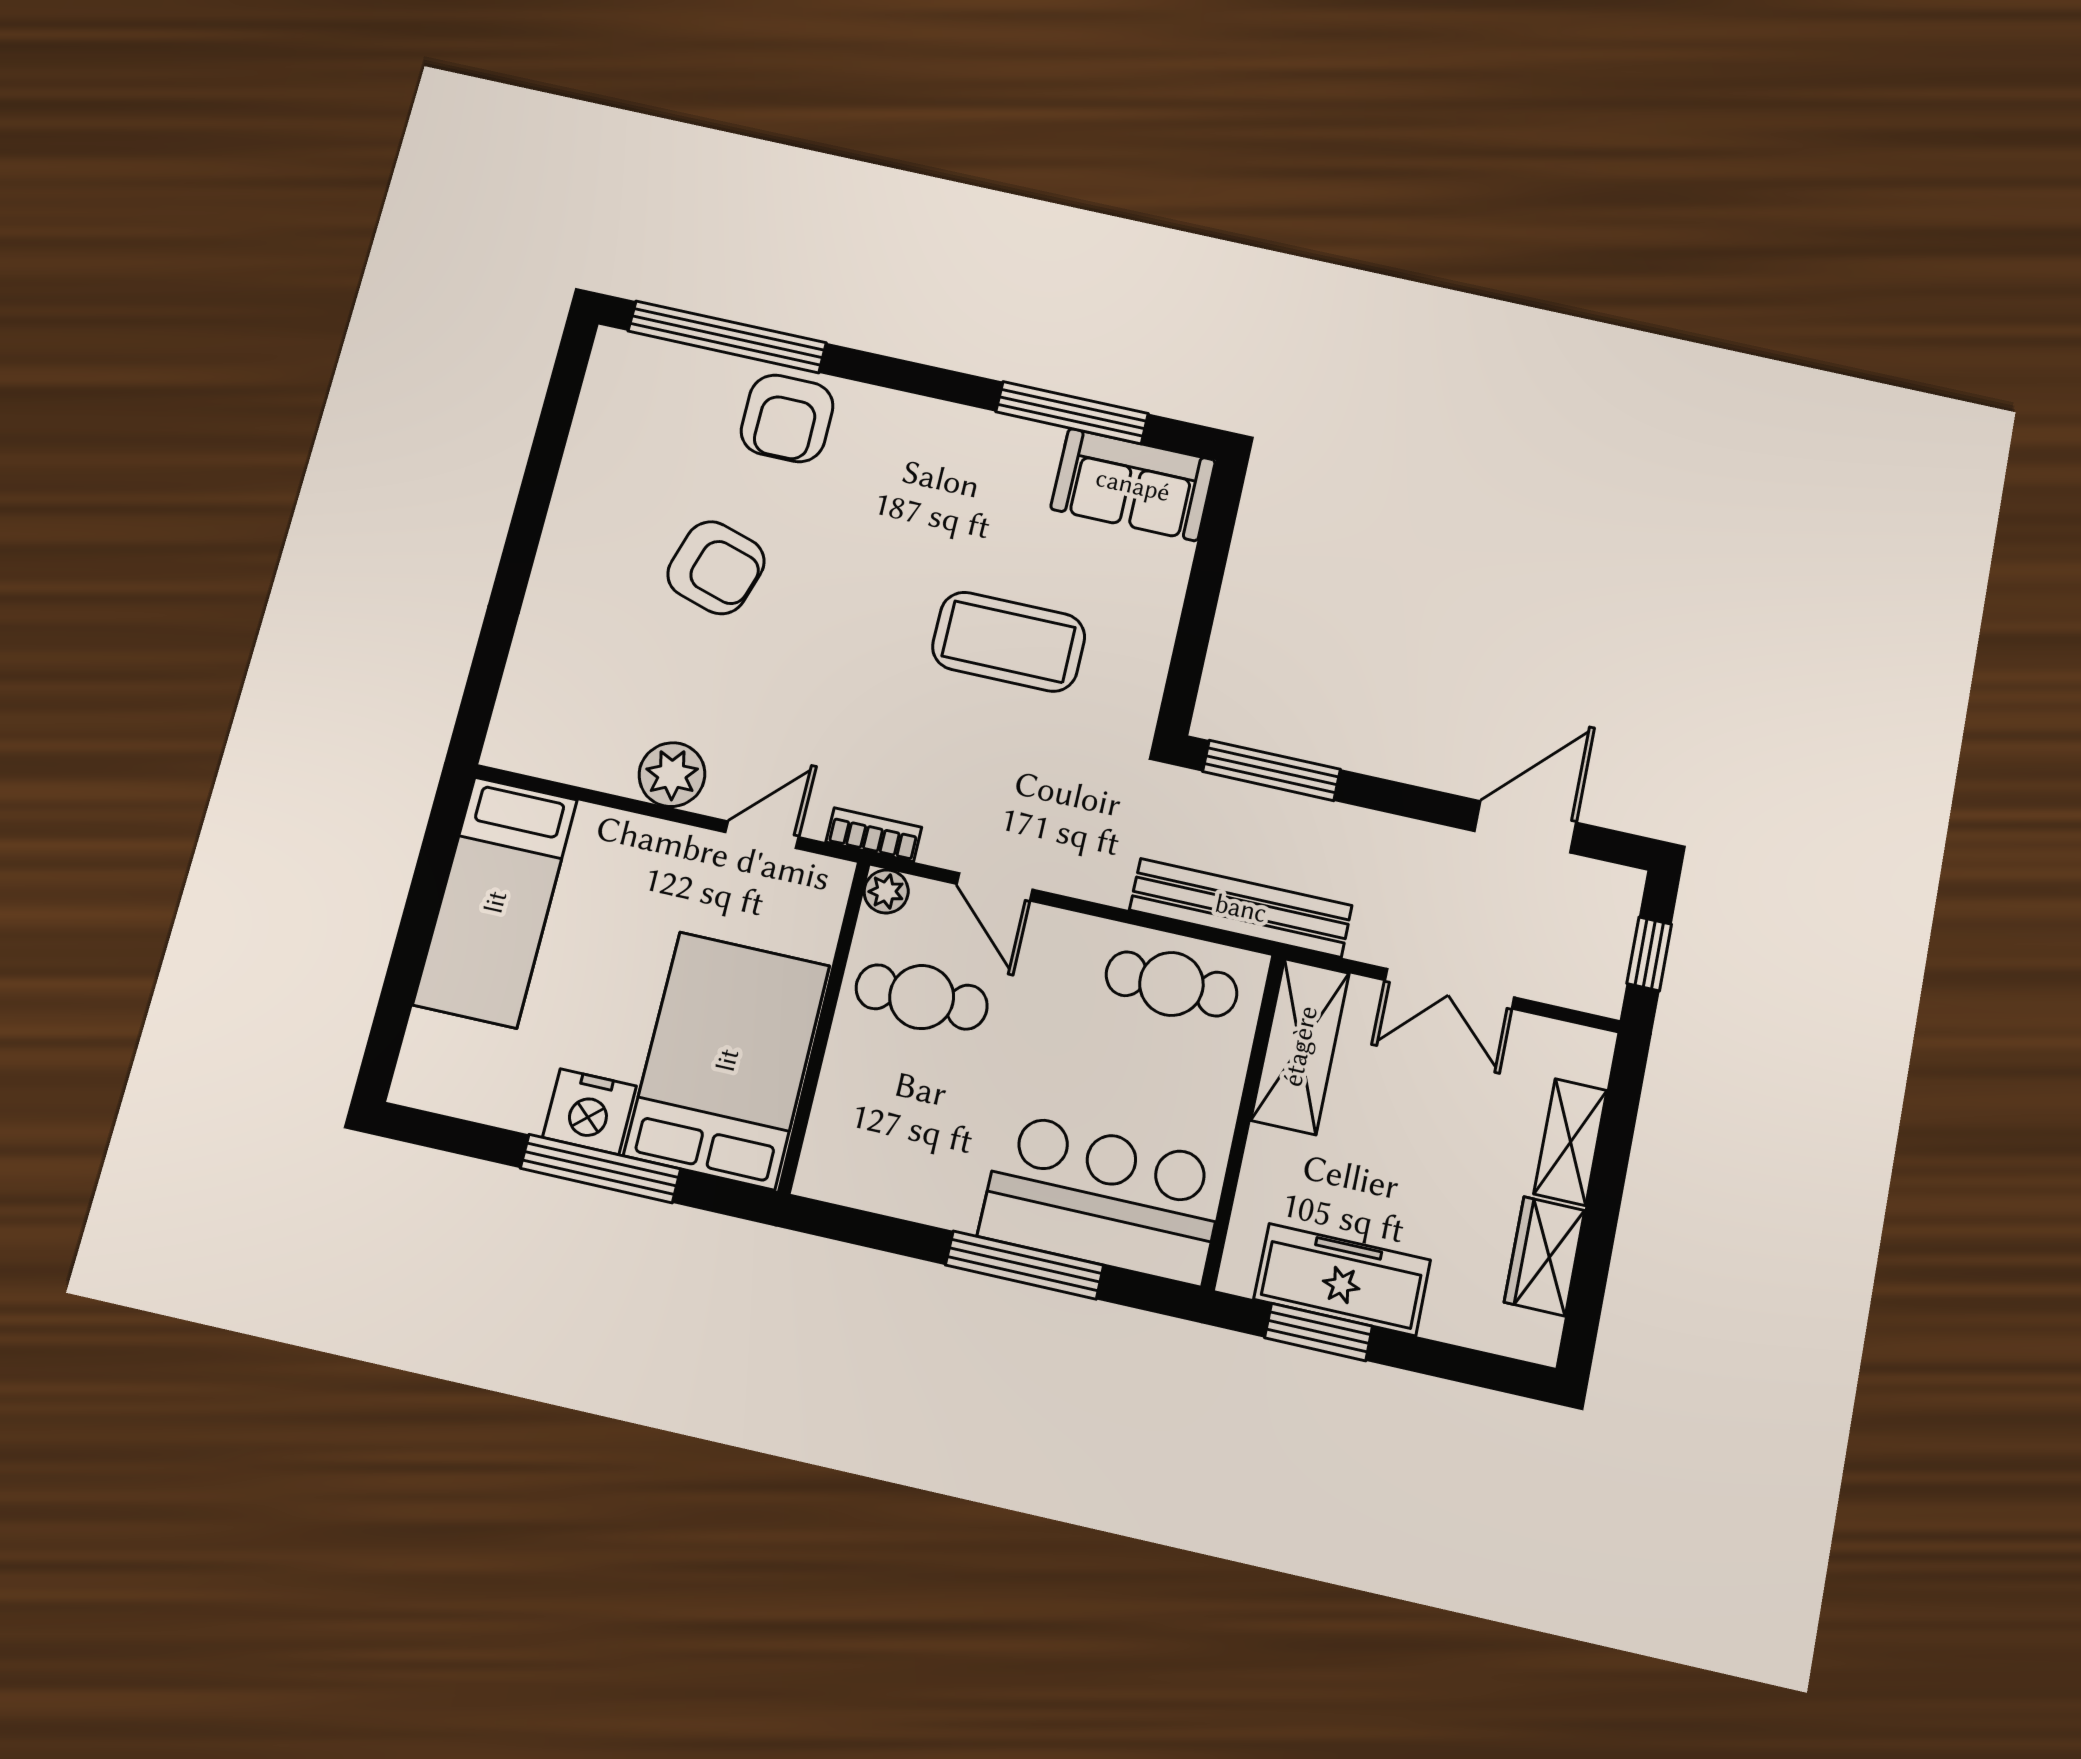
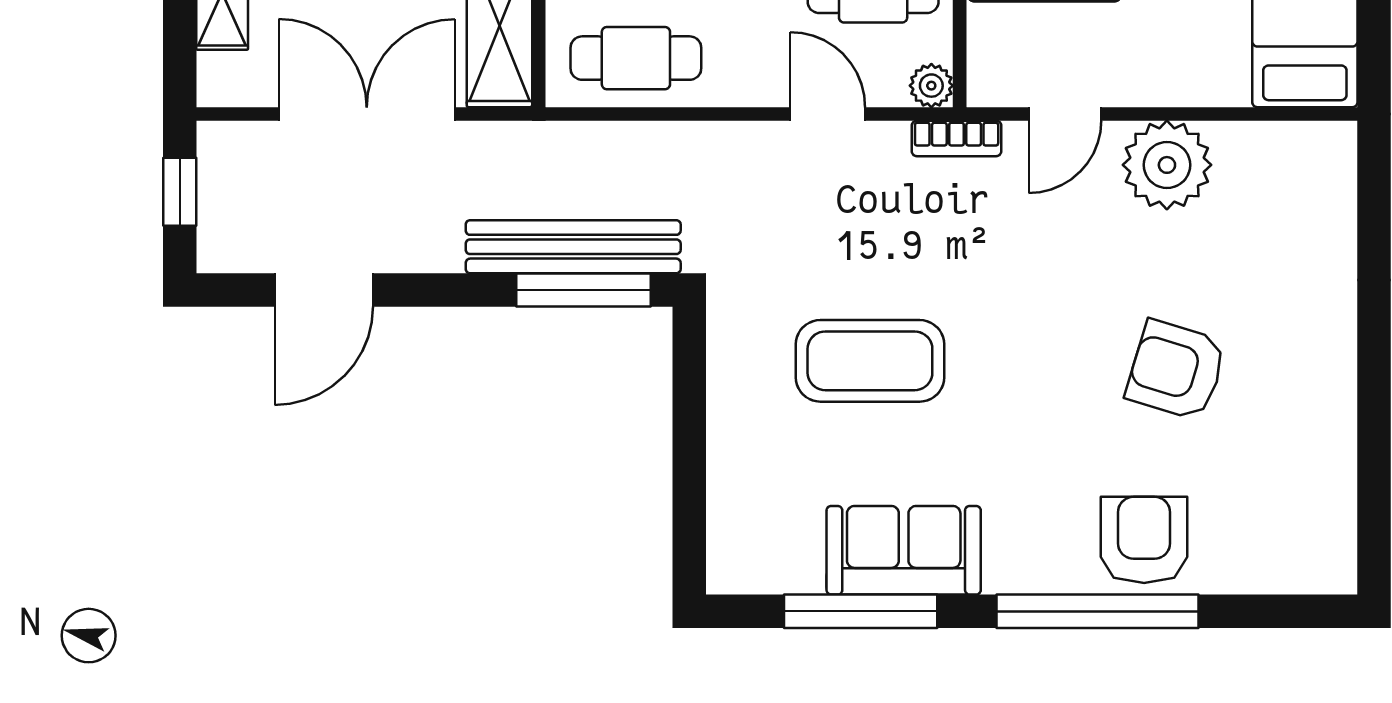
window: (727, 337) -> (1098, 611), moved
sofa: (1133, 485) -> (904, 550), moved
plant: (672, 775) -> (1167, 165), width x1.36, depth x1.36
bench: (1241, 908) -> (573, 247), moved
double door: (1449, 989) -> (367, 114), width x1.37

